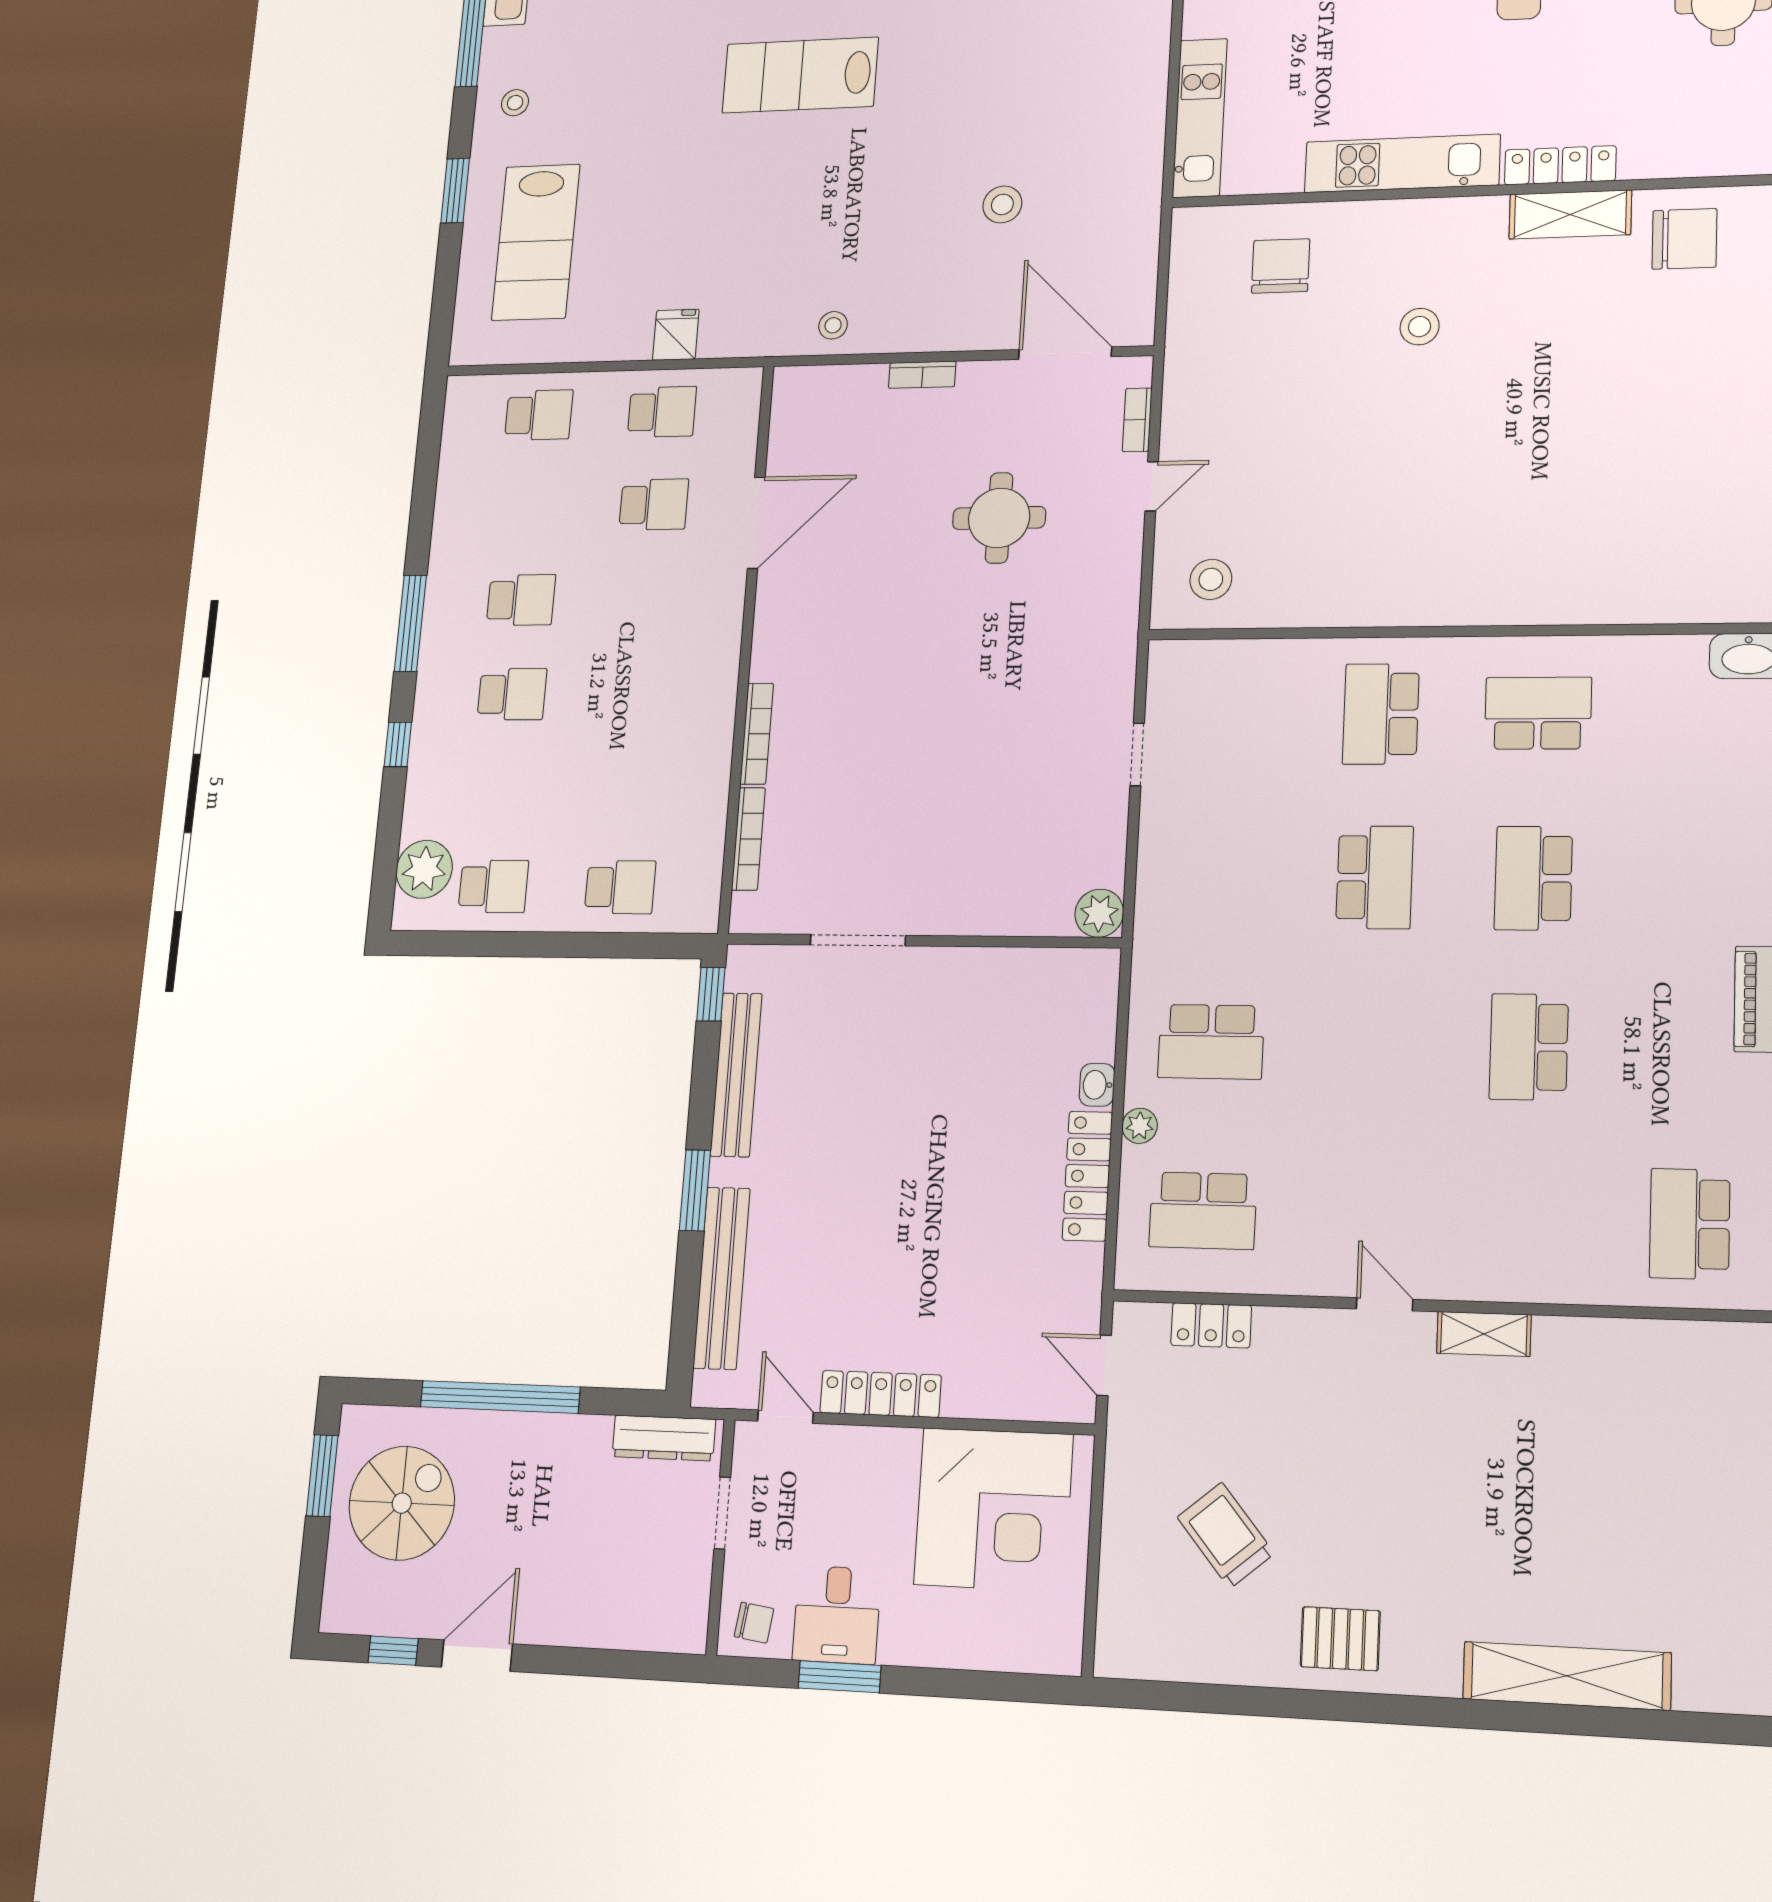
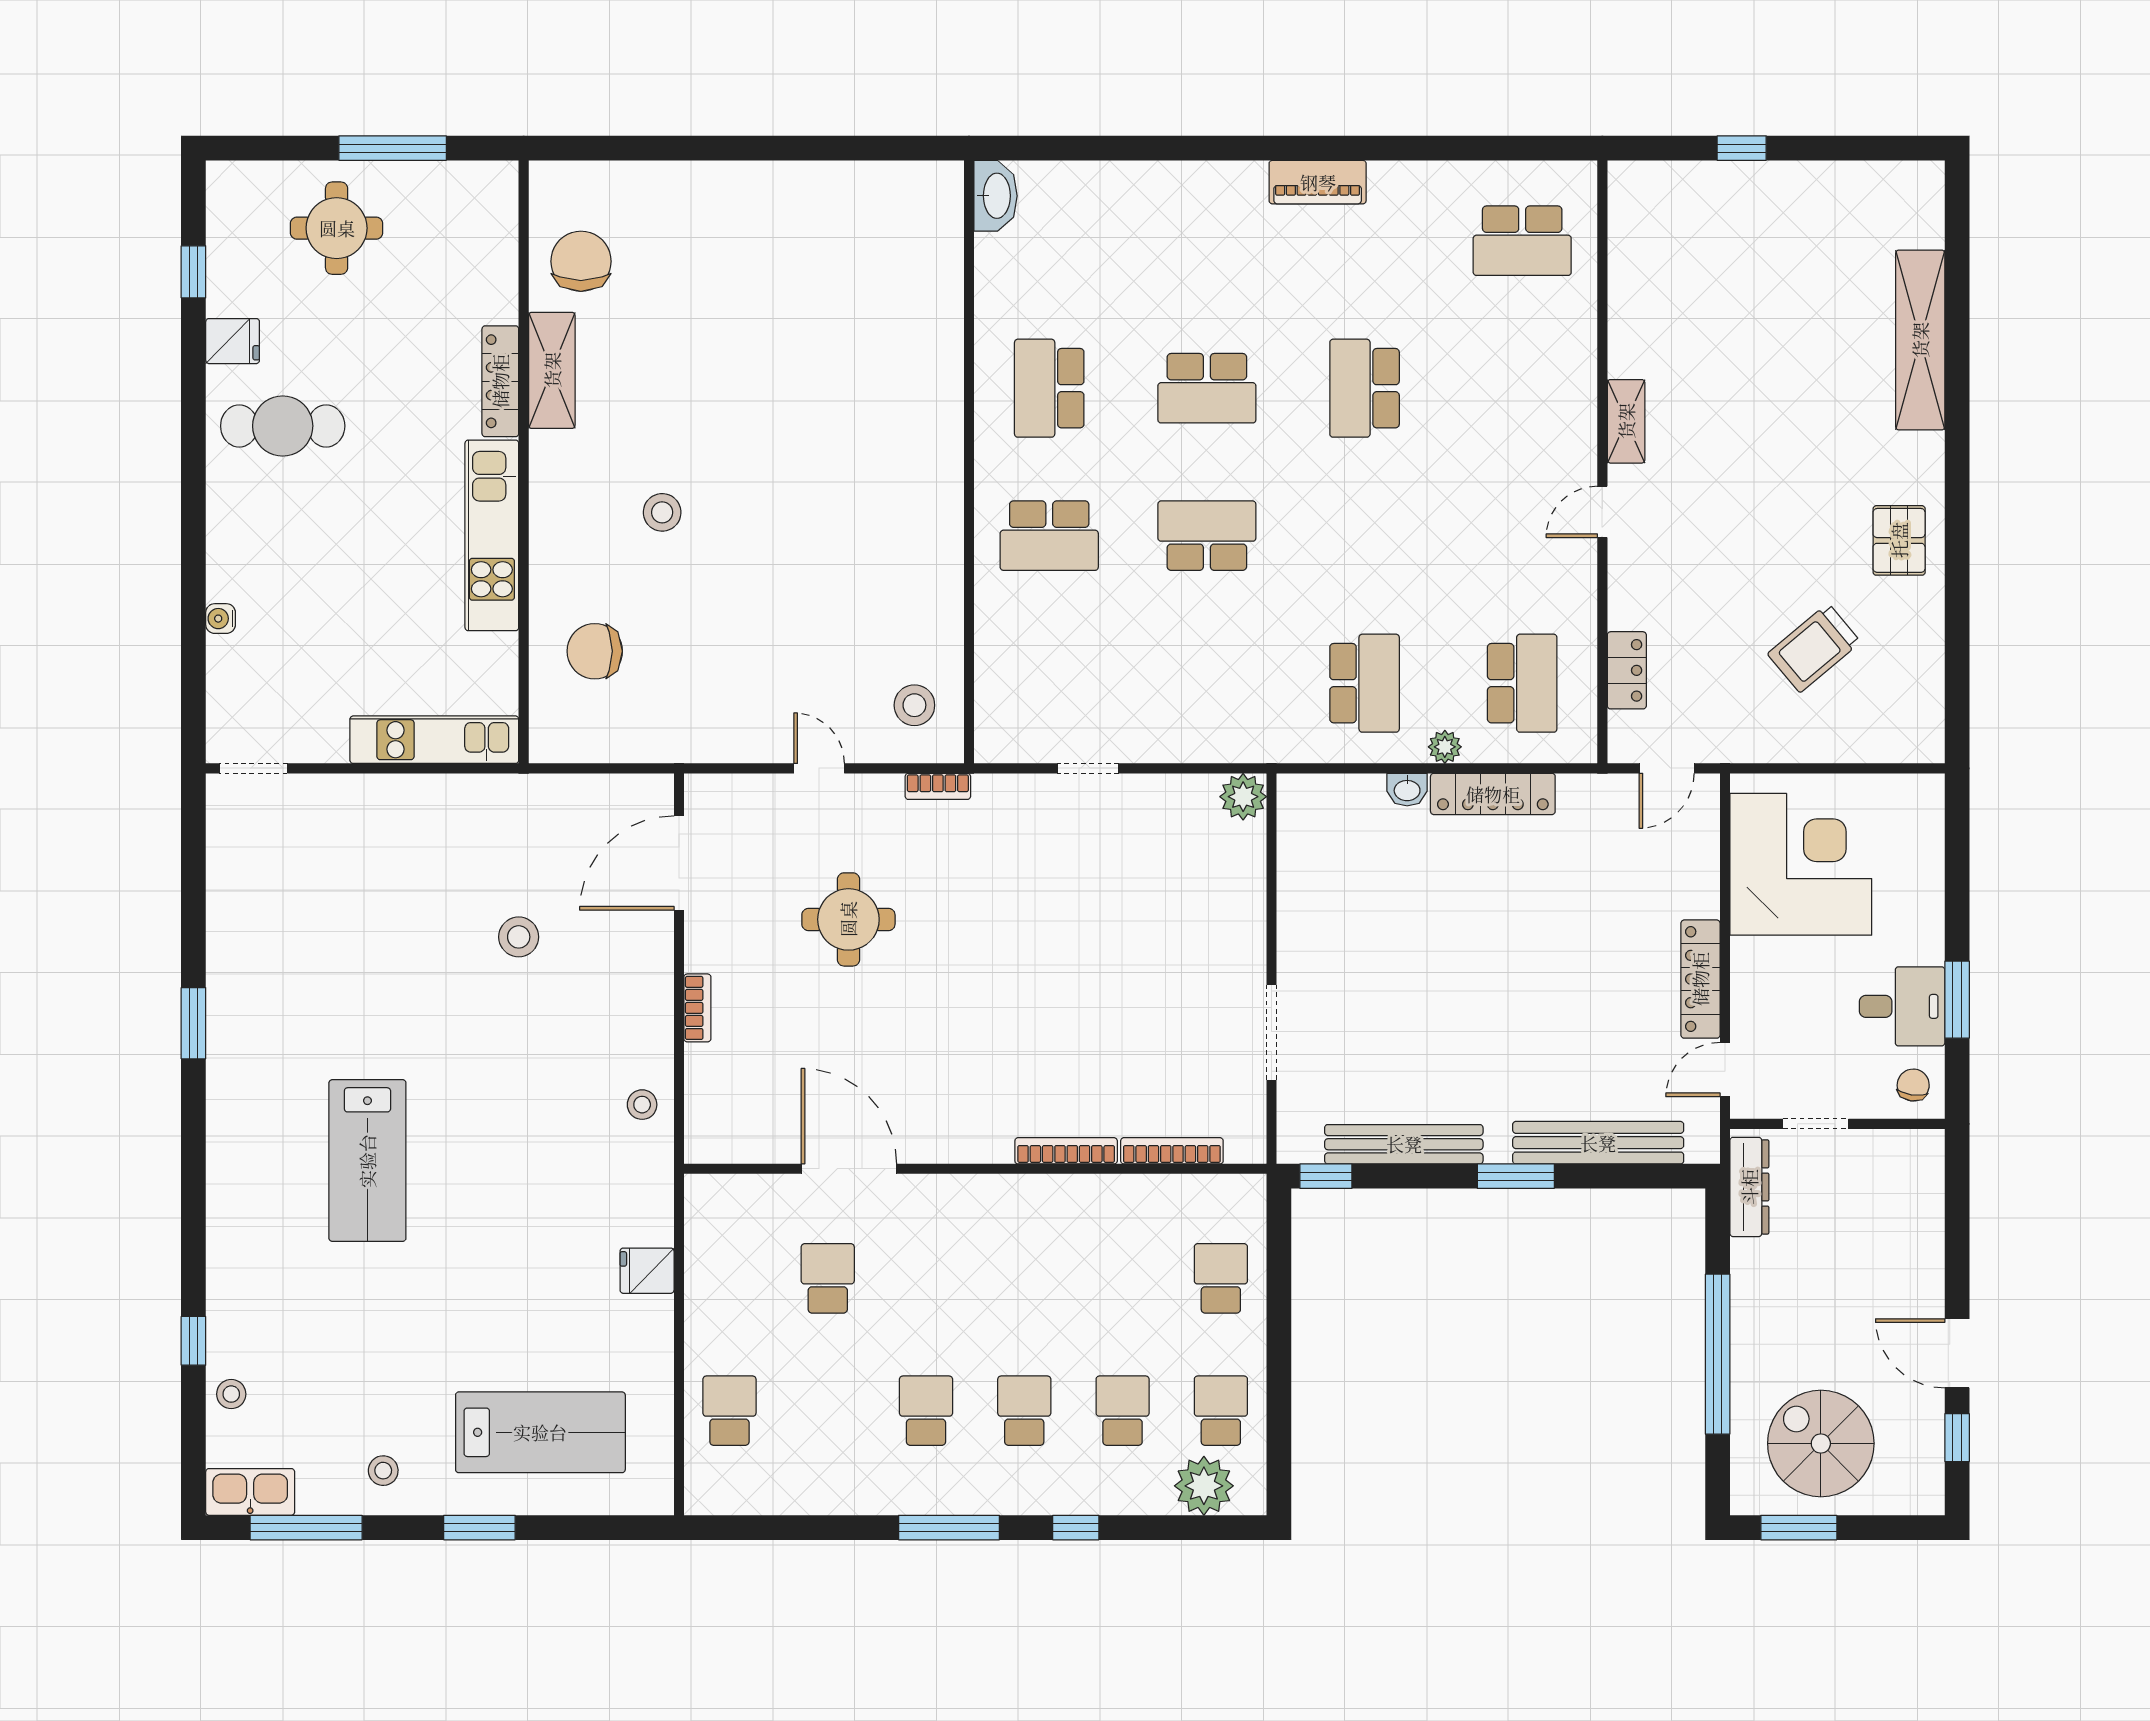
school desk: (662, 412) -> (1123, 1411), moved
bookcase: (1137, 420) -> (938, 786), moved
school desk: (1529, 1047) -> (1365, 388), turned 90

